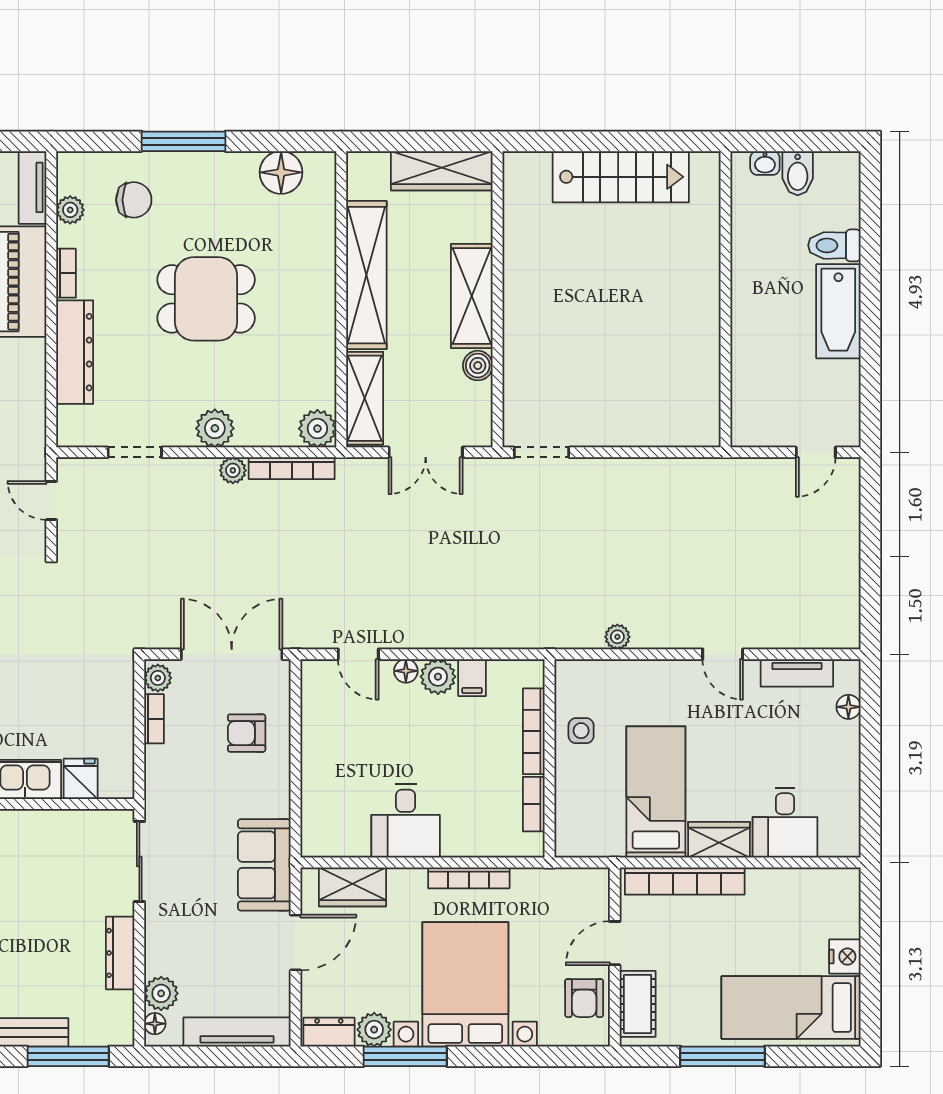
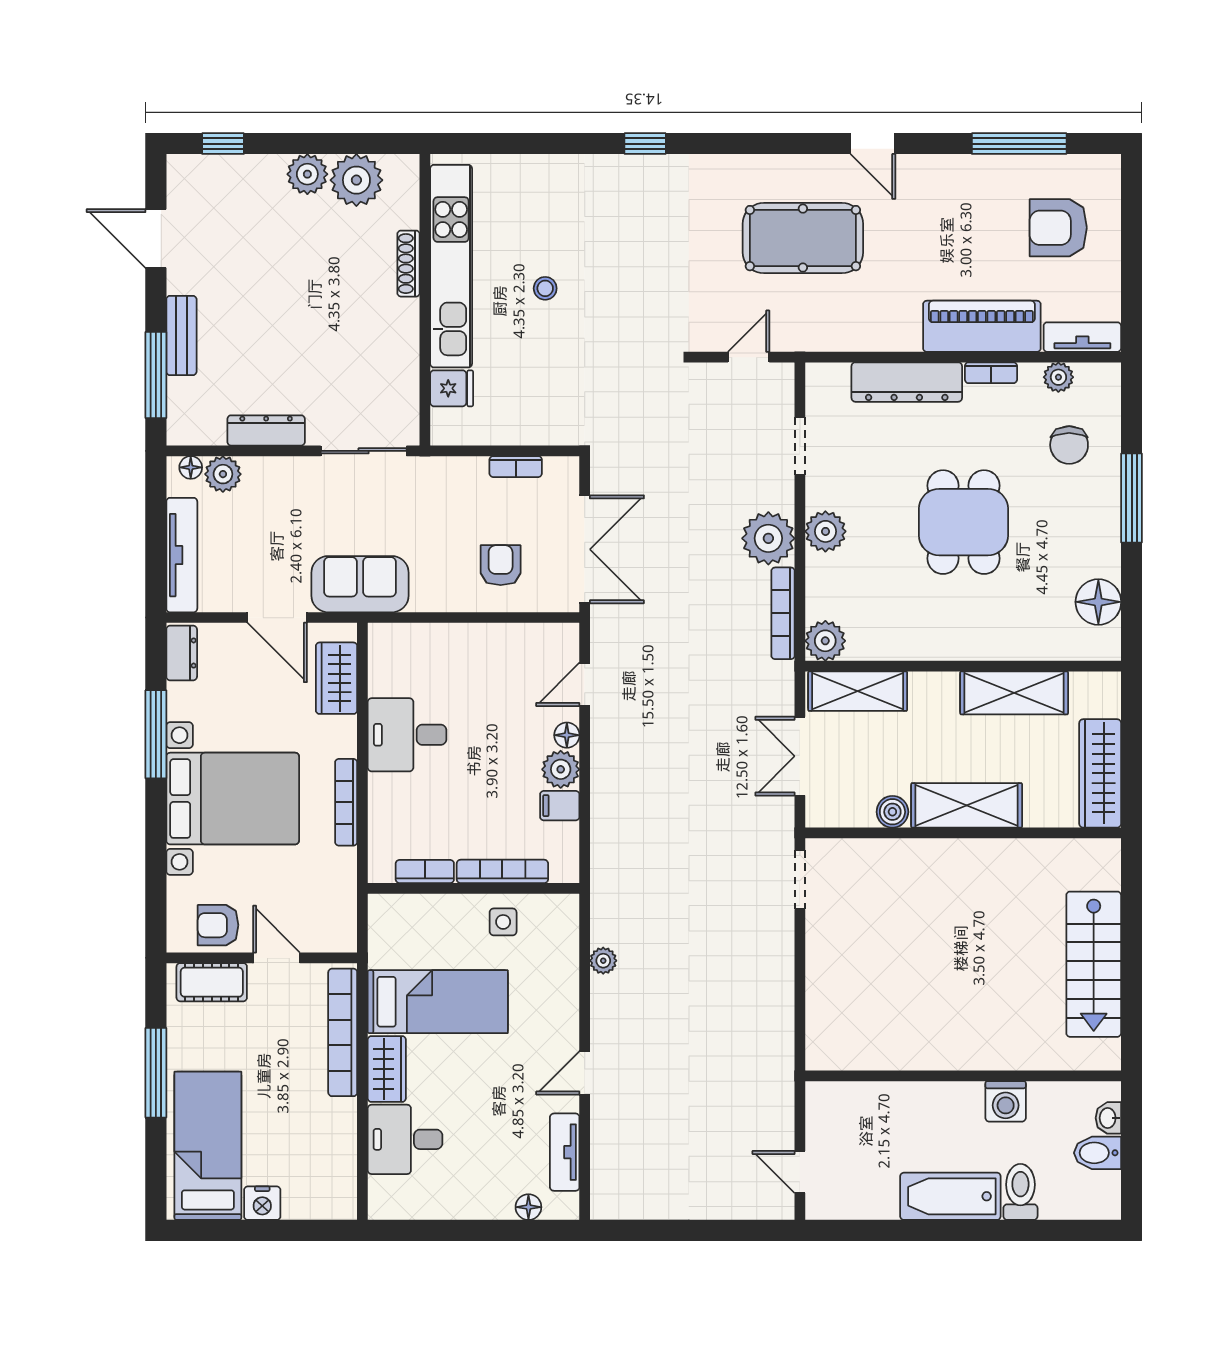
washing machine: (749, 259) -> (1006, 1101), added
shelving: (366, 275) -> (1014, 693), width x0.68
plant: (233, 470) -> (768, 538), width x1.87, depth x1.87
plant: (158, 678) -> (559, 471), removed
plant: (374, 1030) -> (184, 701), removed

